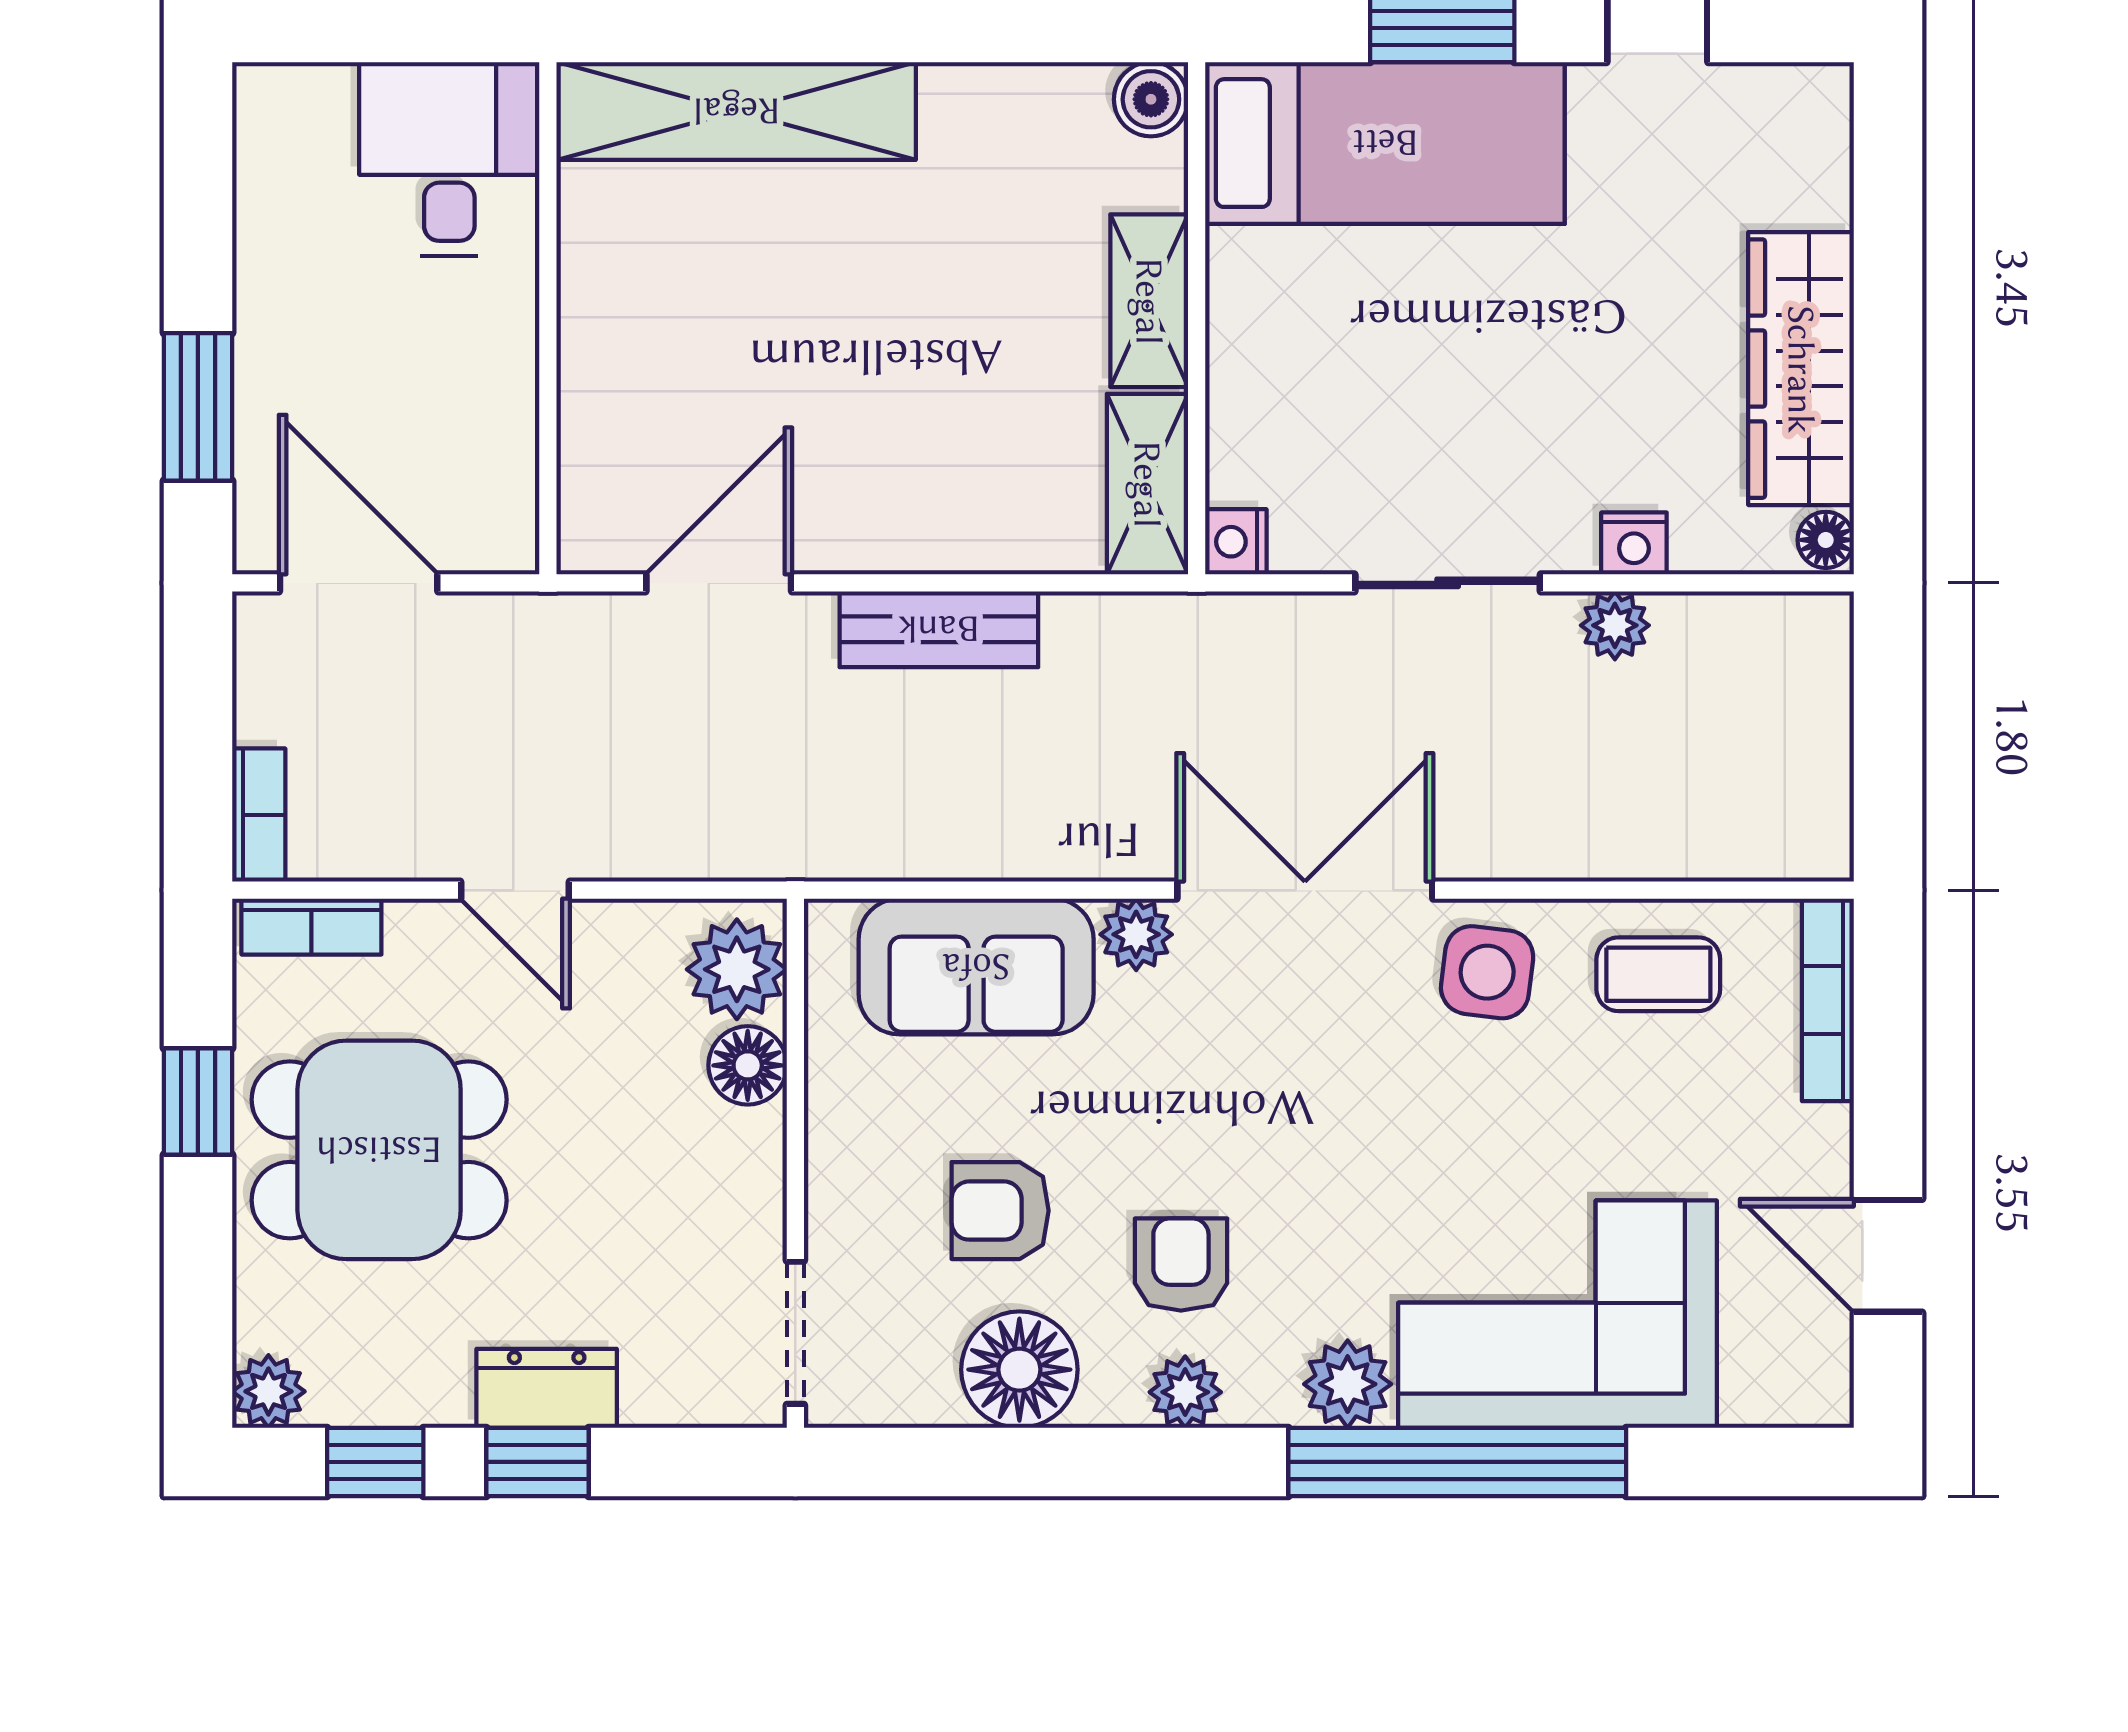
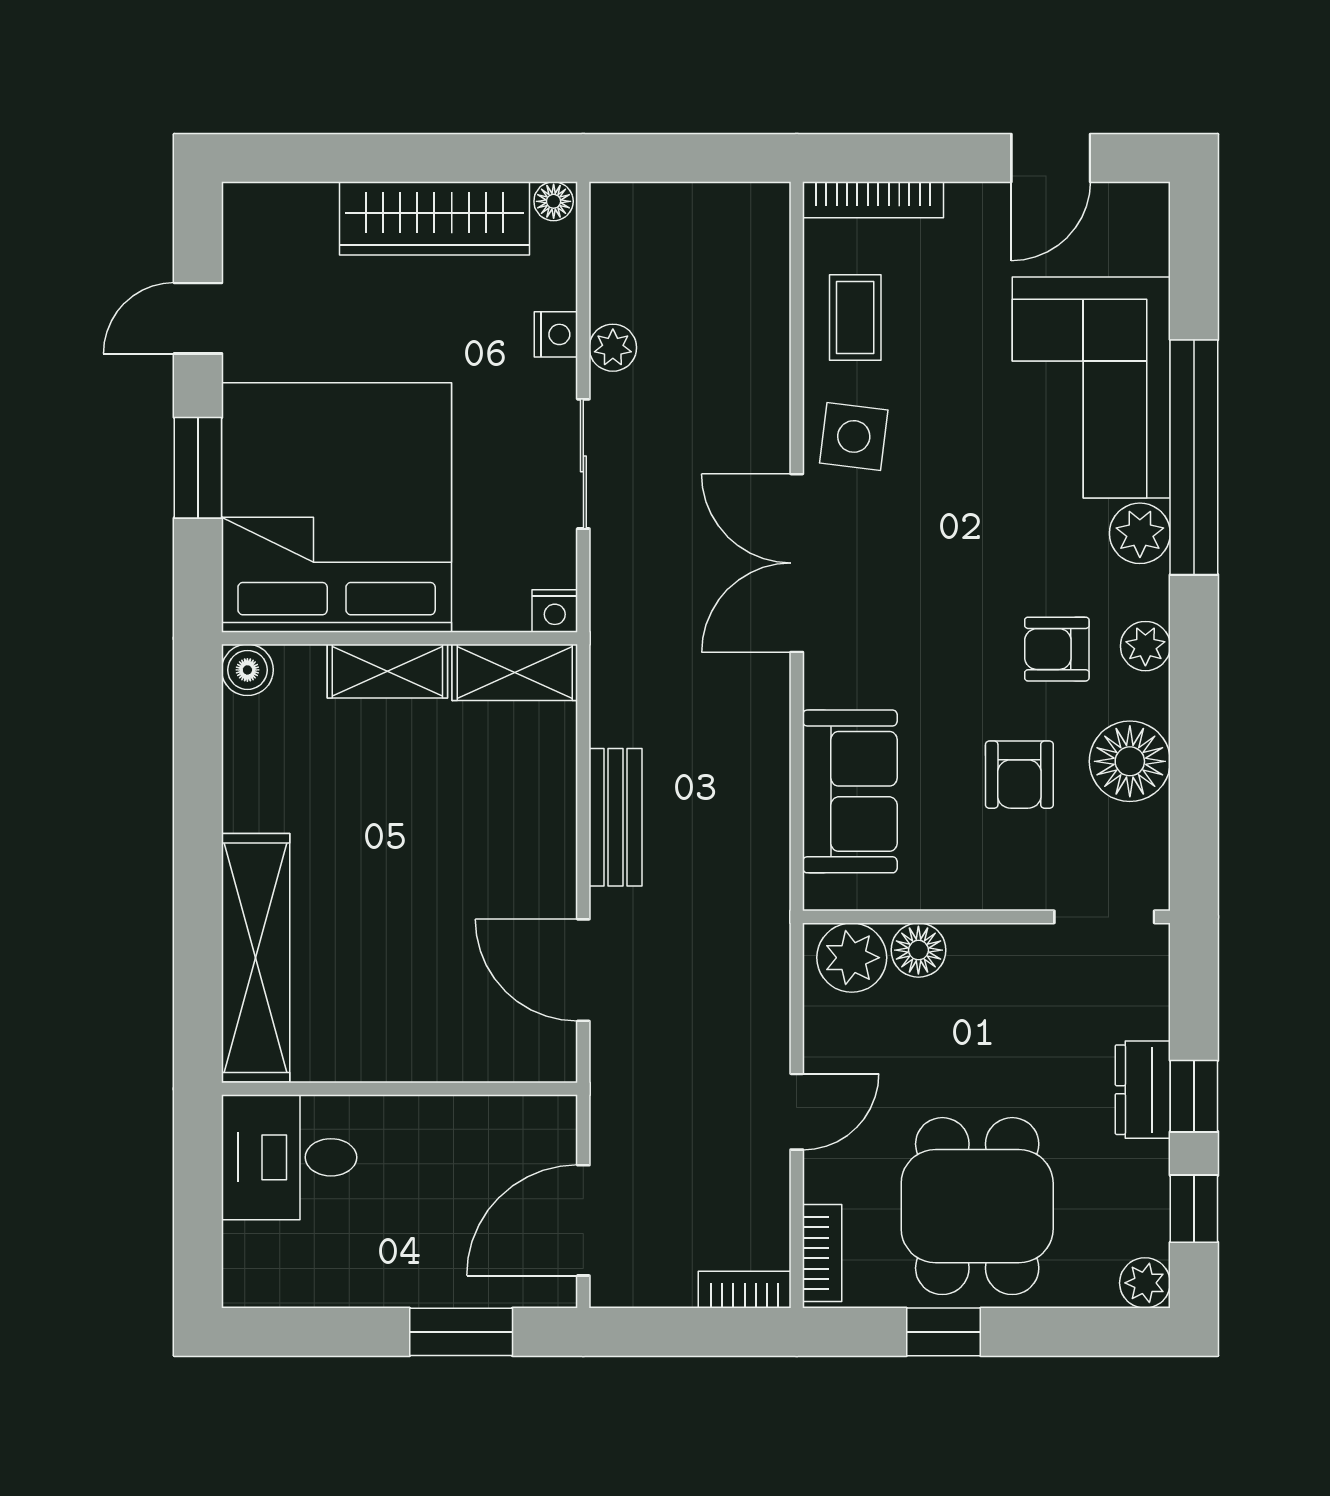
bed: (1385, 143) -> (337, 507), width x2.04
plant: (1136, 934) -> (828, 680), removed

